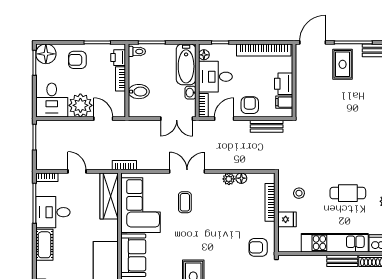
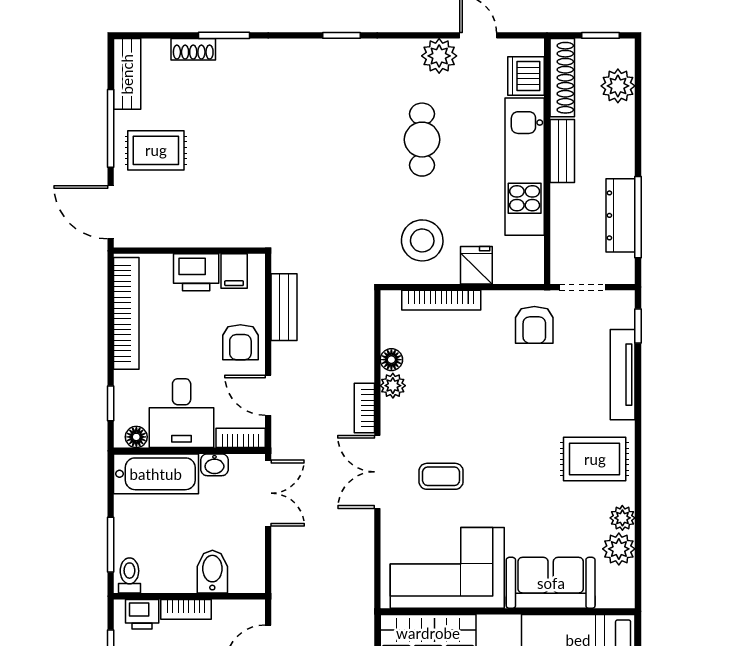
armchair: (250, 105) -> (240, 342), turned -90
bookcase: (124, 165) -> (364, 408), moved
stool: (299, 193) -> (422, 240), width x1.89, depth x1.89

